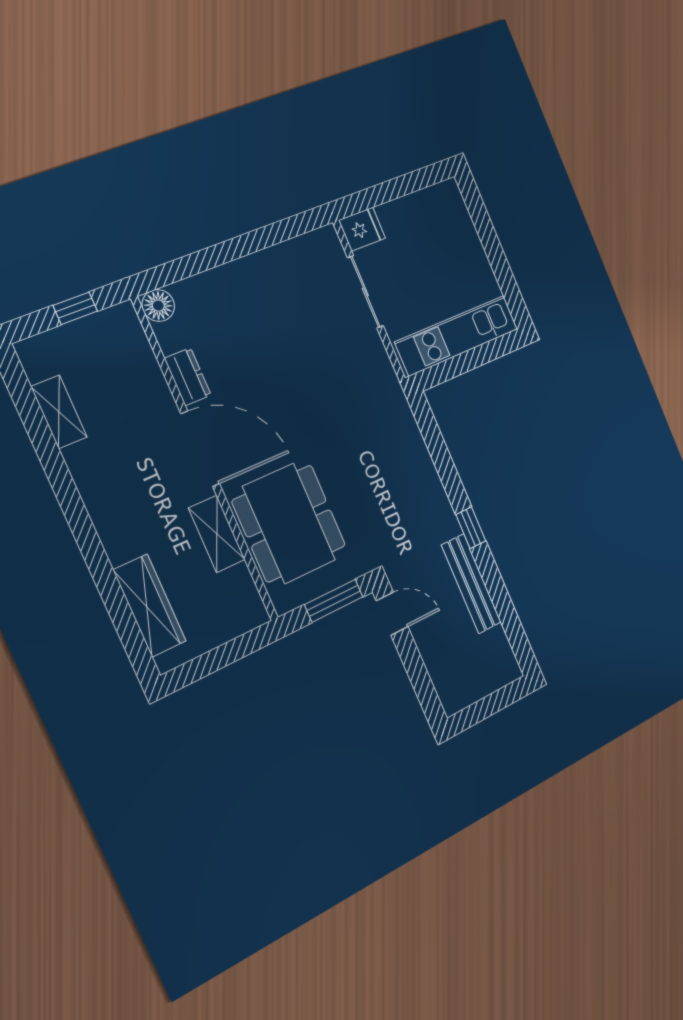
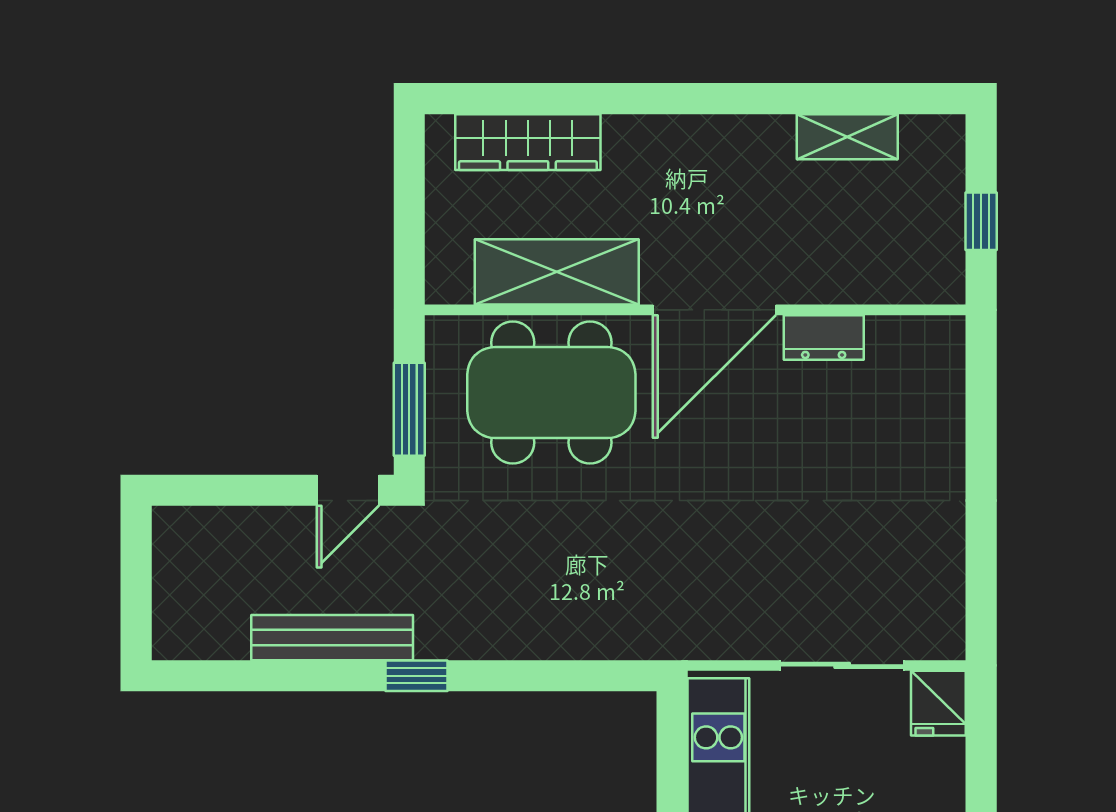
floor lamp: (158, 306) -> (941, 340), removed
shelving: (217, 534) -> (557, 272), width x1.50, depth x1.33

